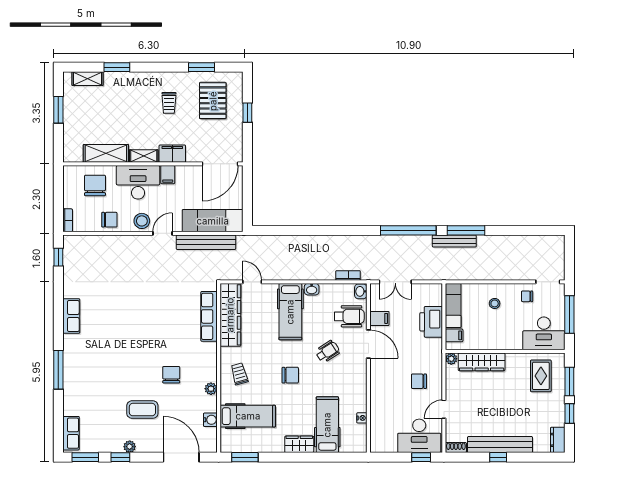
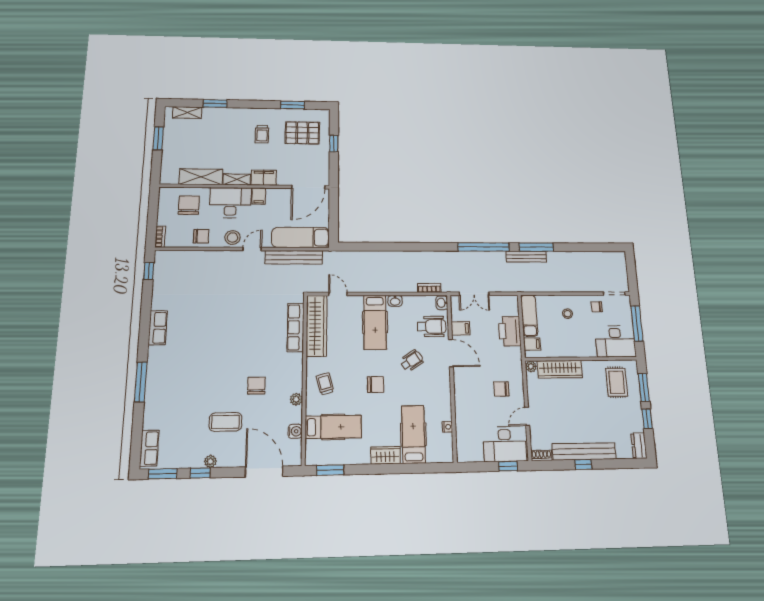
pallet: (213, 101) -> (302, 133), turned 90

